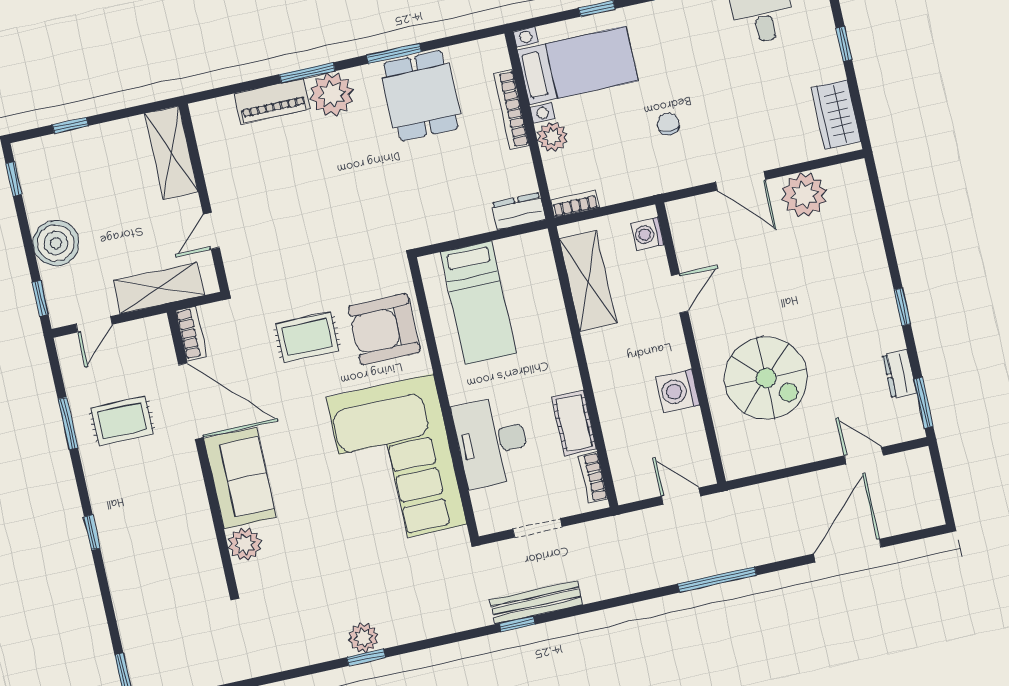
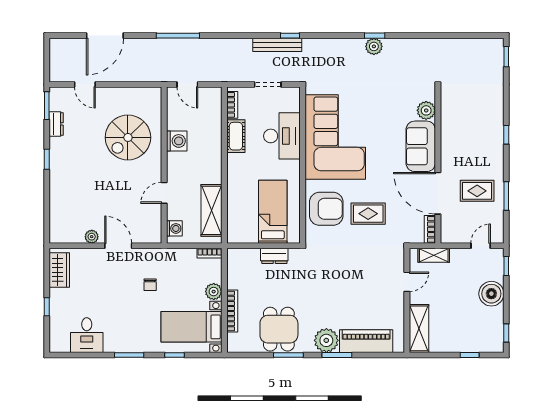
piano: (272, 101) -> (366, 341), width x1.37, depth x1.33
plant: (804, 195) -> (92, 237), width x0.53, depth x0.53
dresser: (518, 211) -> (274, 256), moved
shelving: (159, 288) -> (434, 255), width x0.67, depth x0.75
spiral stairs: (766, 378) -> (128, 137), turned -90

